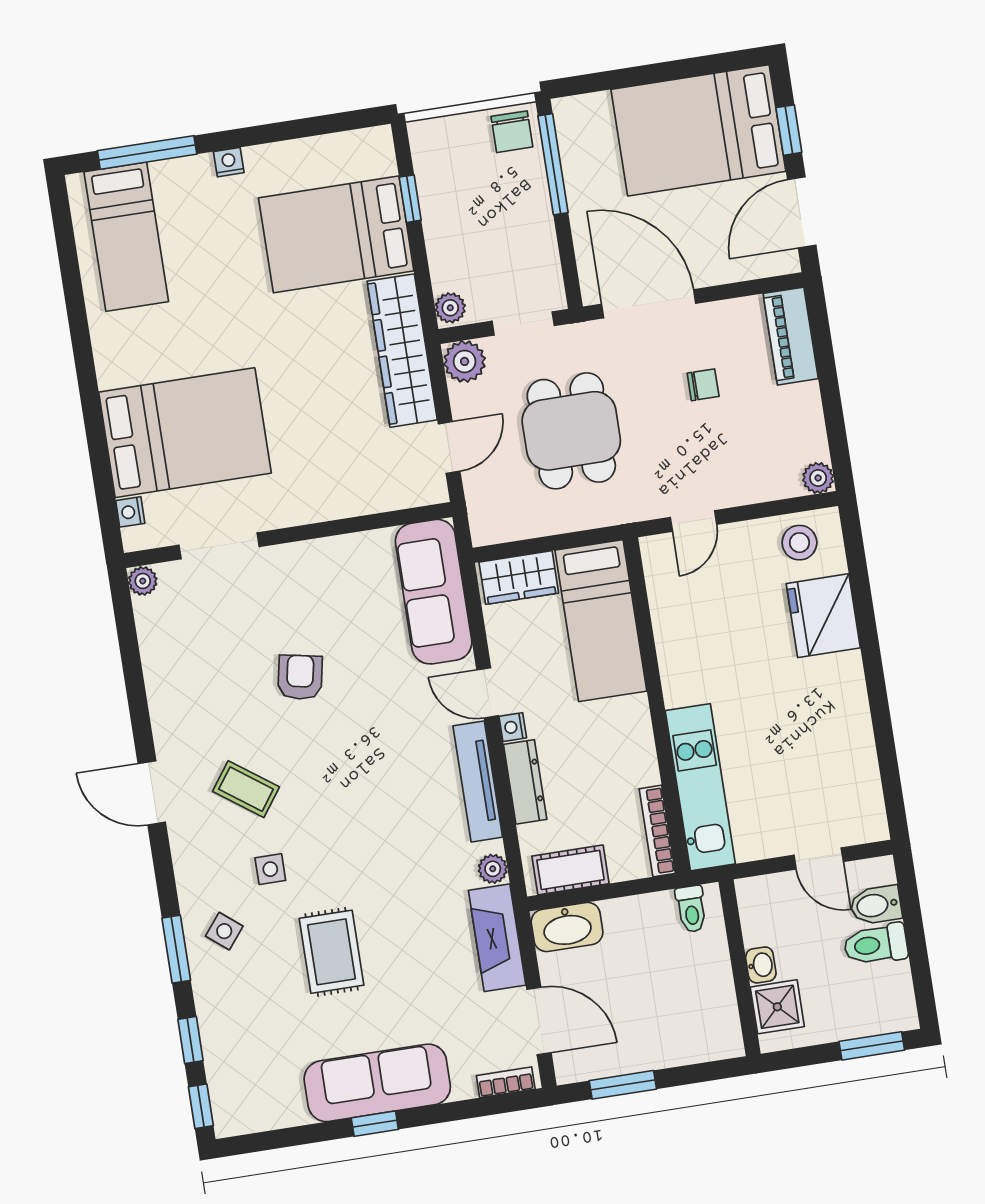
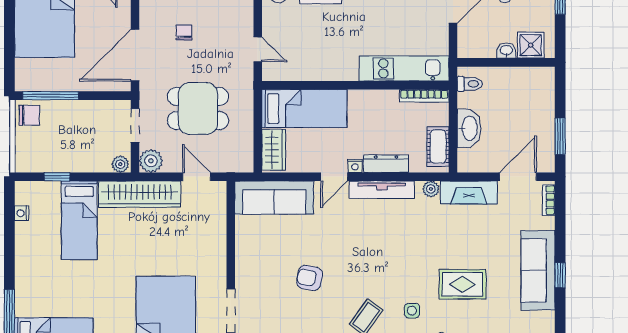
nightstand: (229, 162) -> (22, 213), moved
bed: (336, 234) -> (79, 220), width x0.67
washbasin: (567, 927) -> (469, 128), moved

